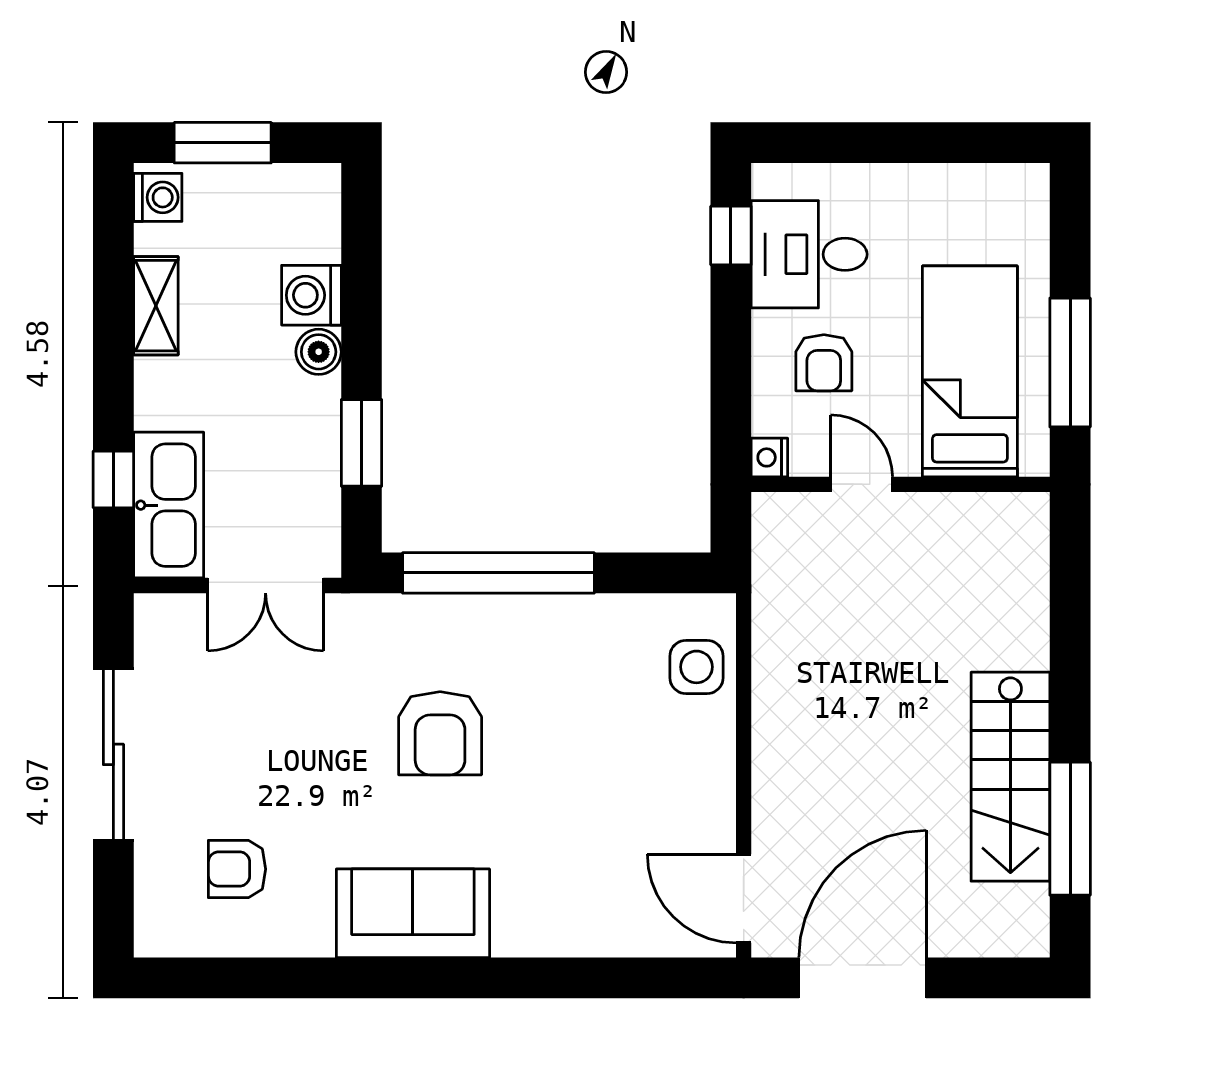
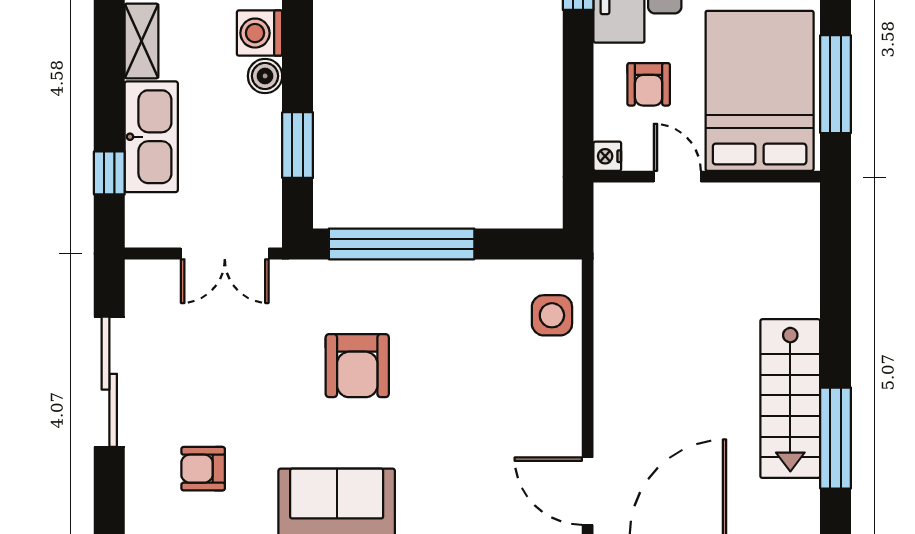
bed: (970, 371) -> (760, 91), width x1.50
kitchen sink: (169, 505) -> (151, 137), moved

